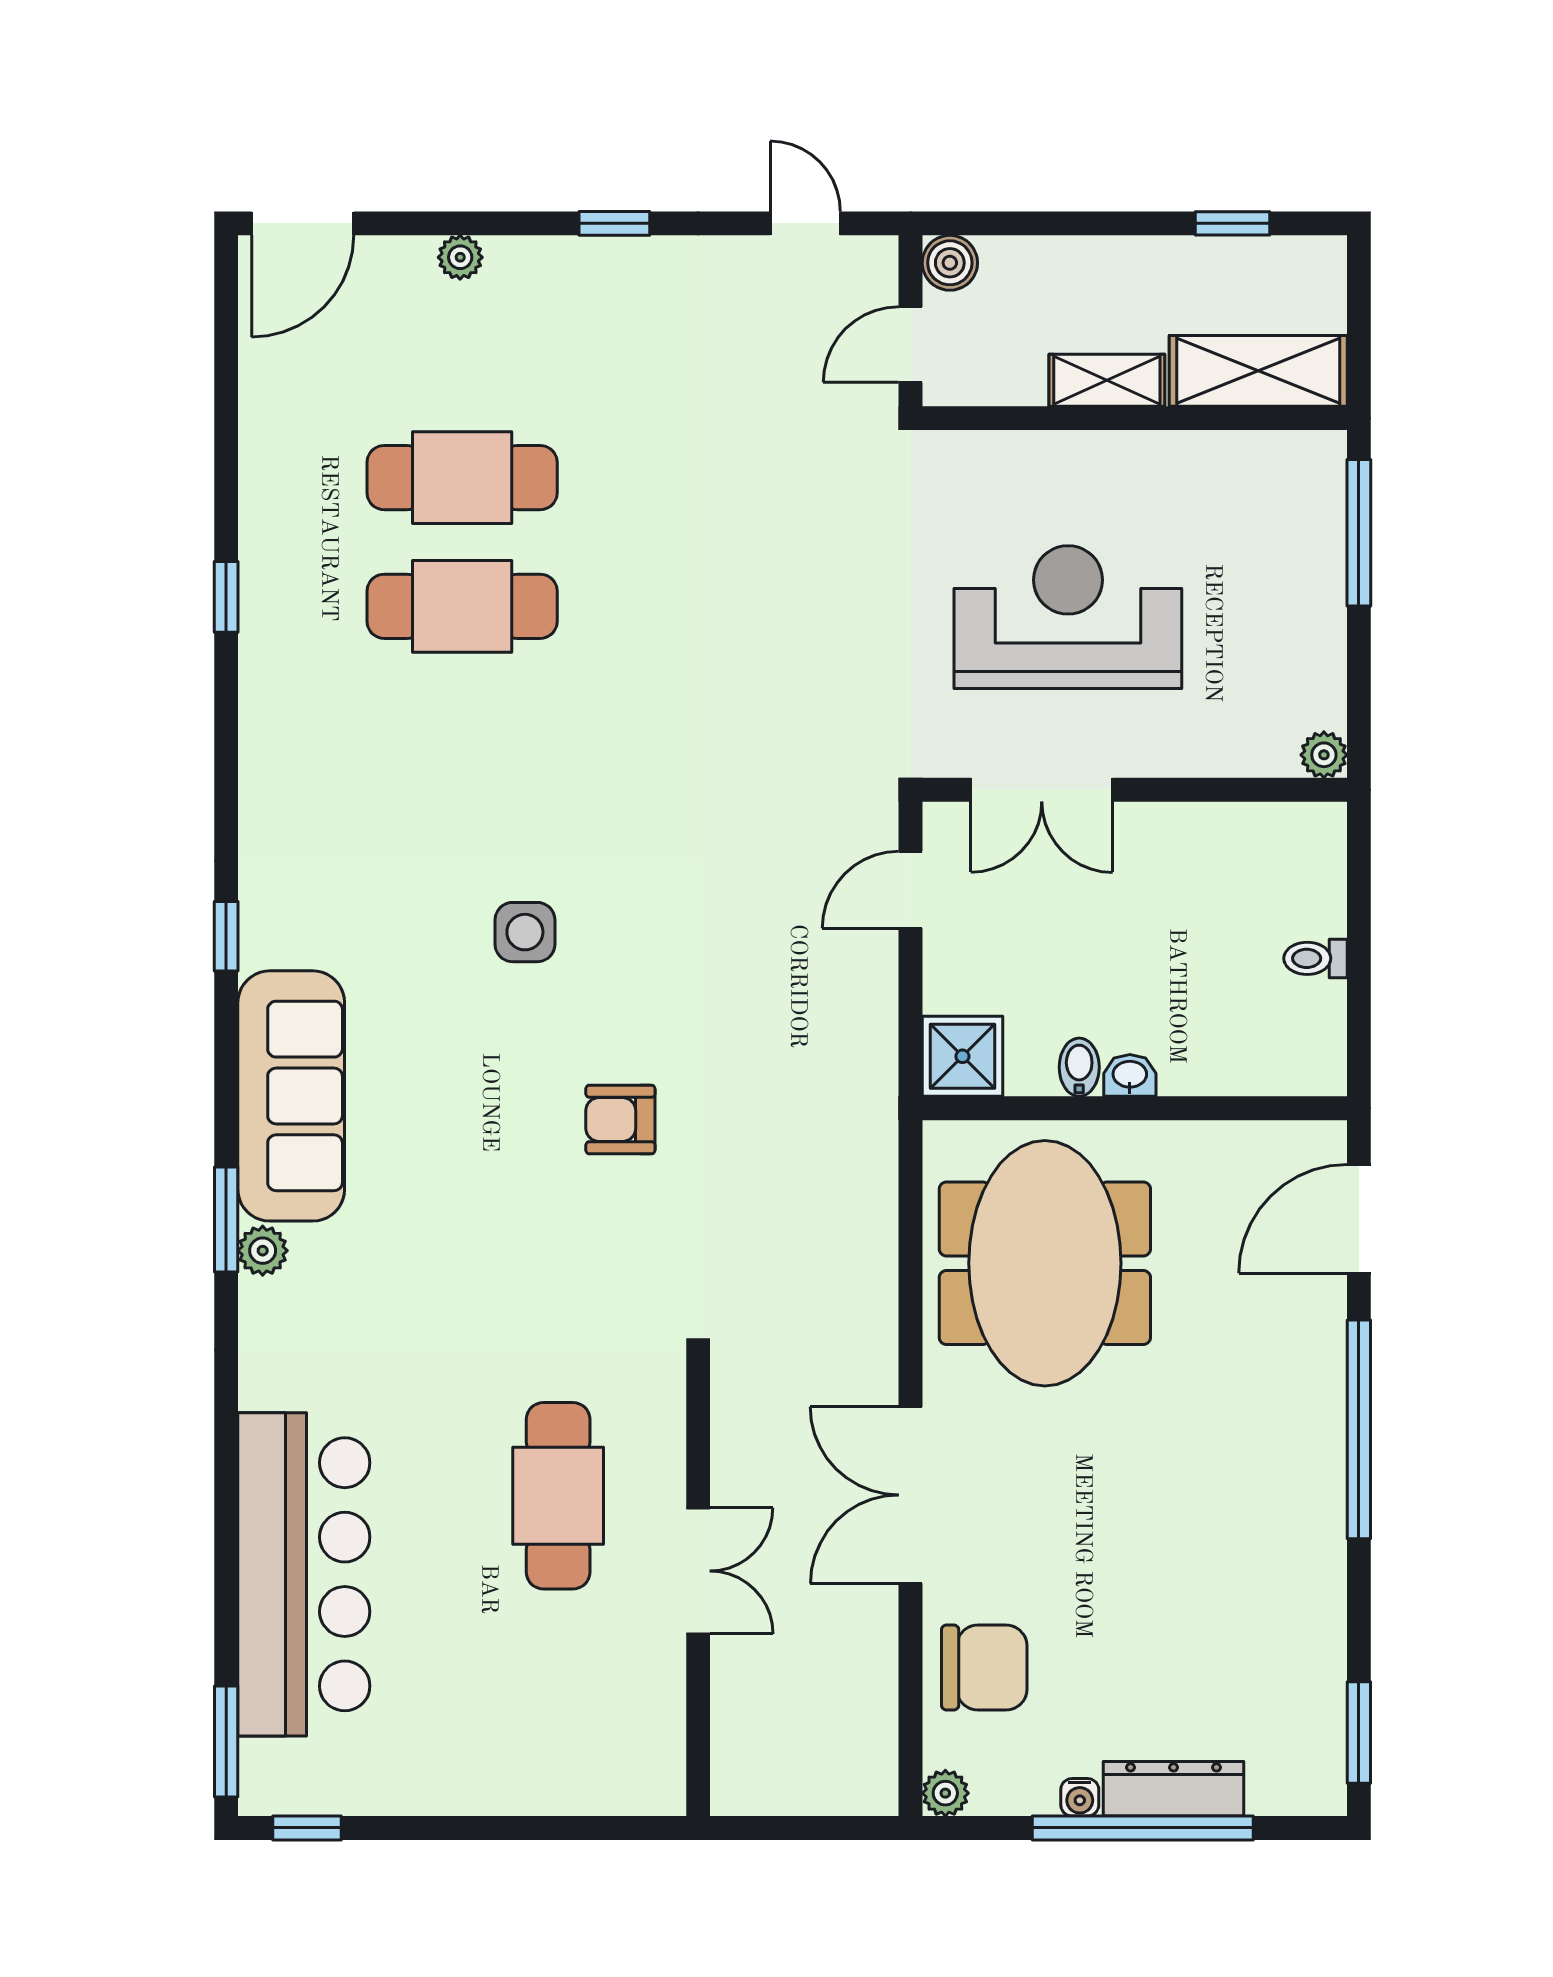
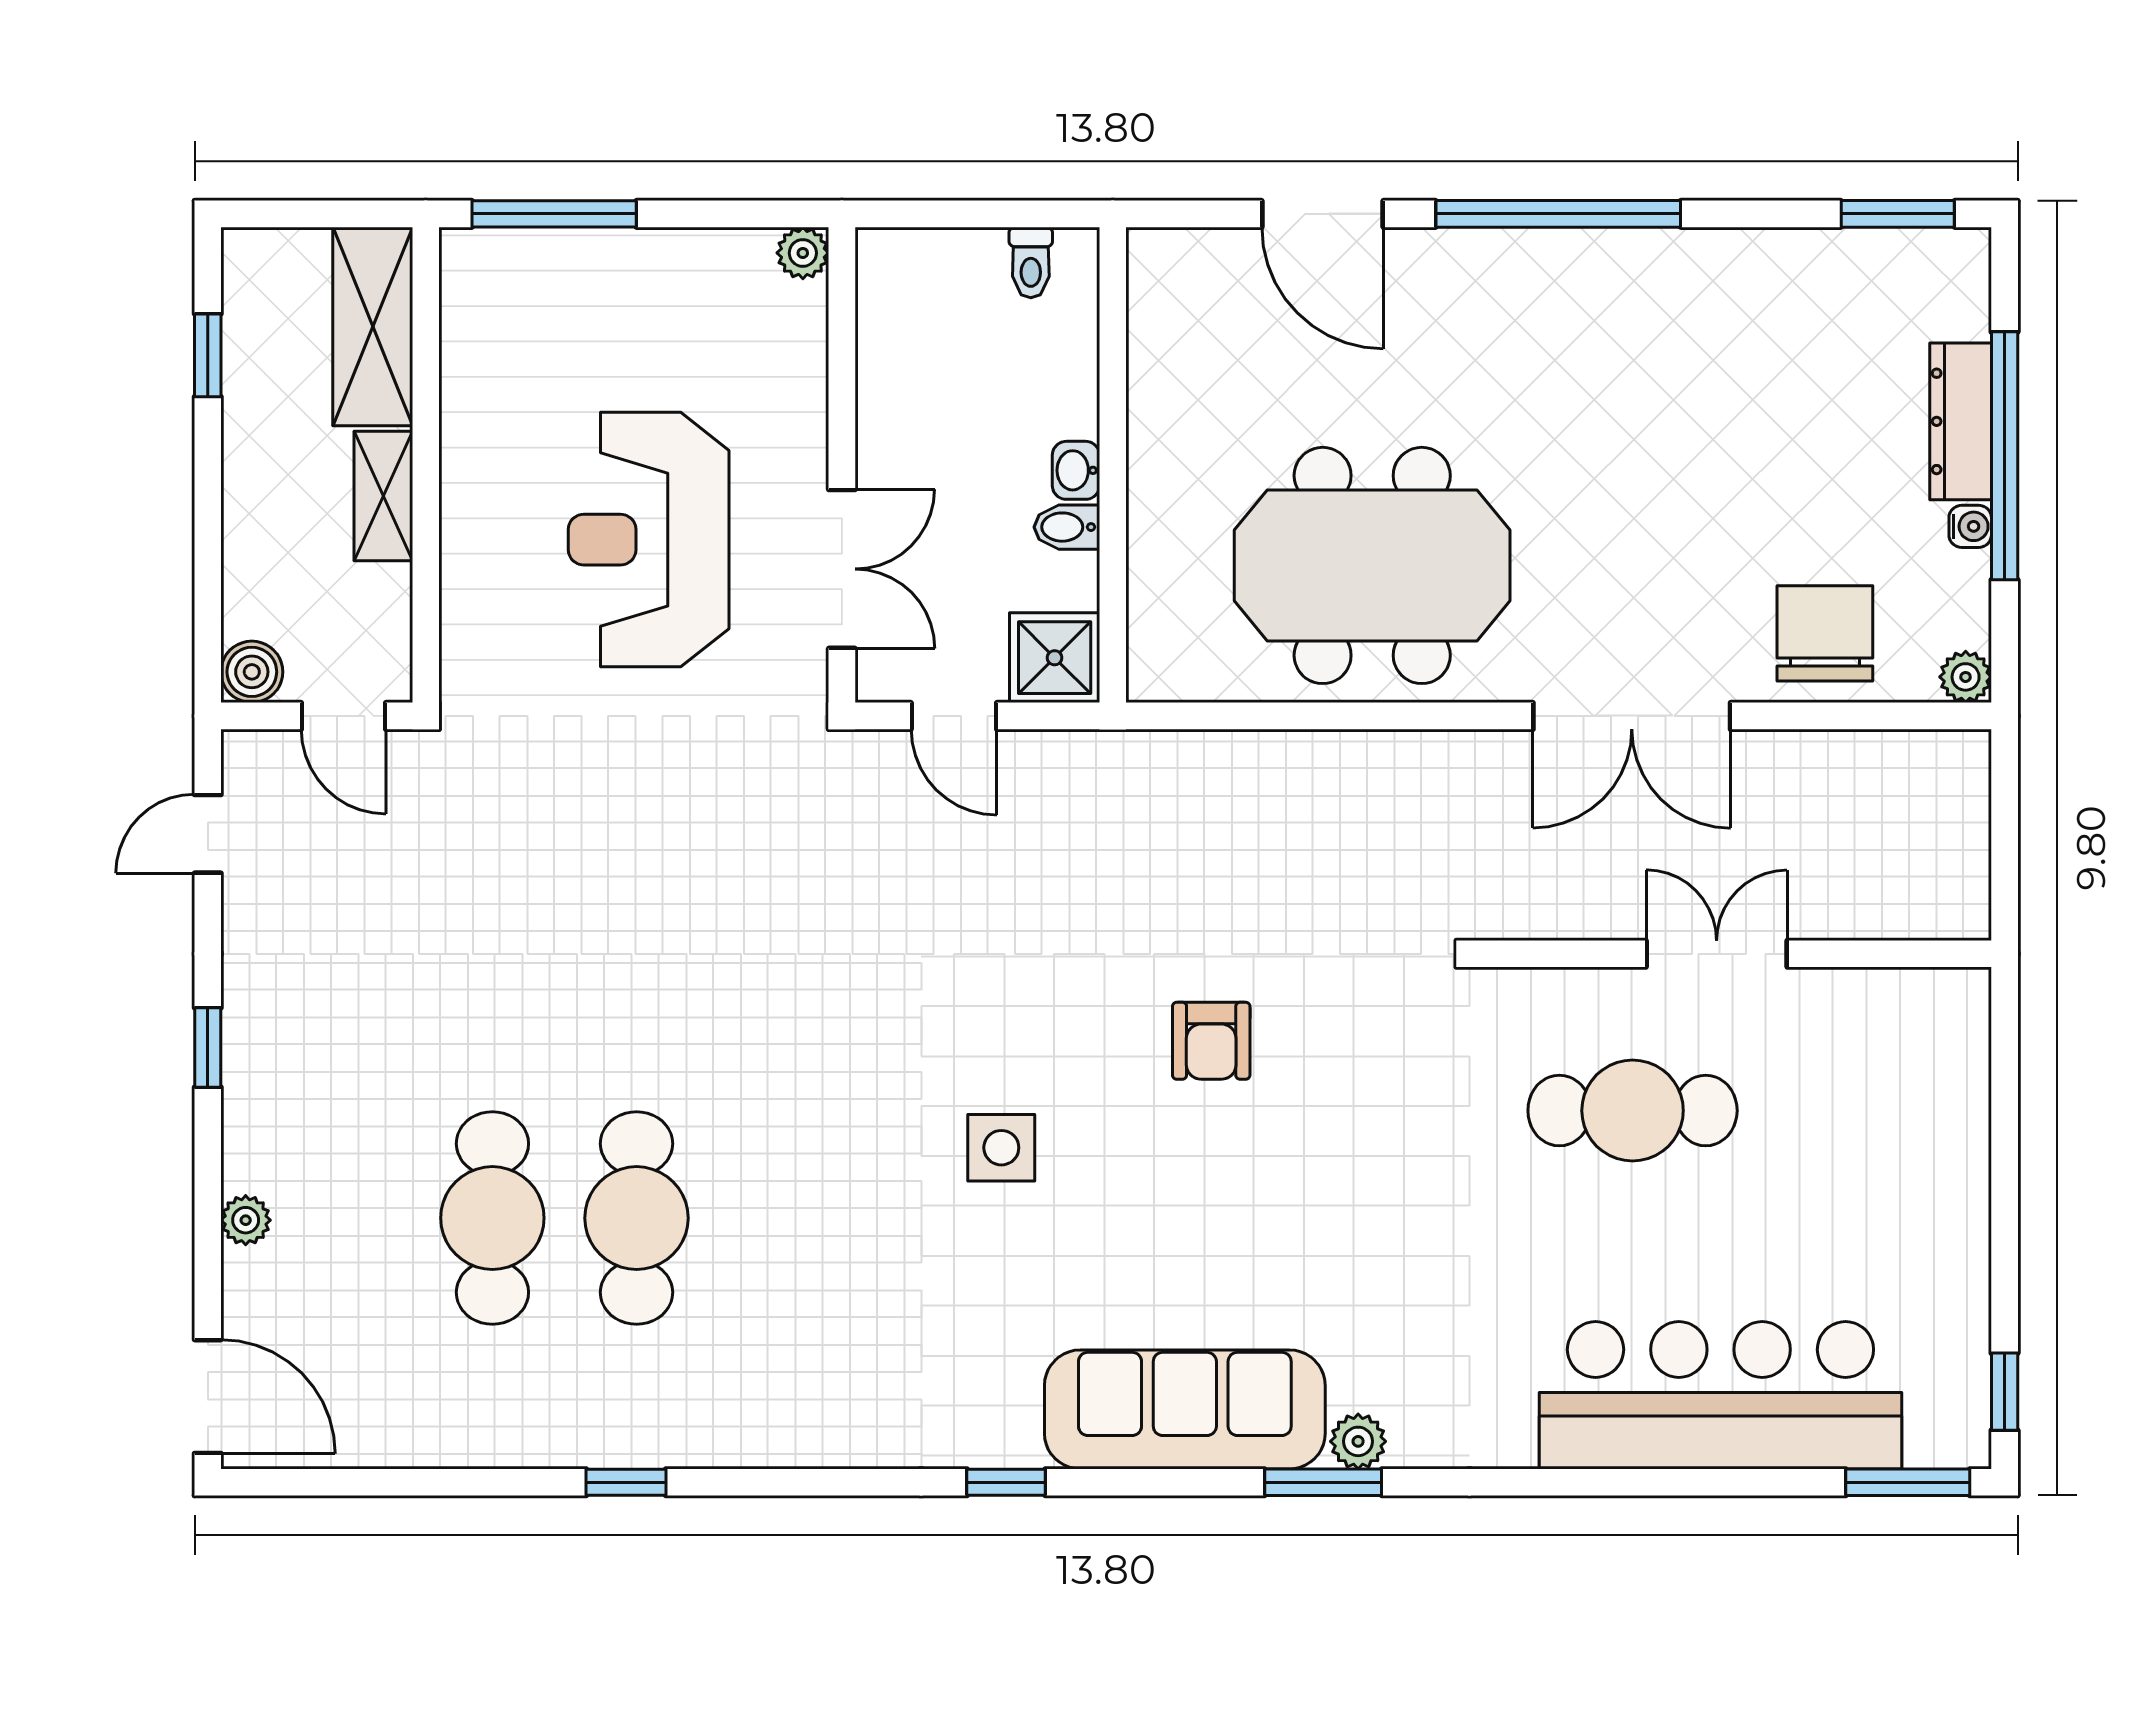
shower: (962, 1056) -> (1055, 658), moved
bidet: (1079, 1067) -> (1067, 527), moved
washbasin: (1130, 1075) -> (1076, 470), moved
wall: (1135, 1108) -> (1113, 465), moved

